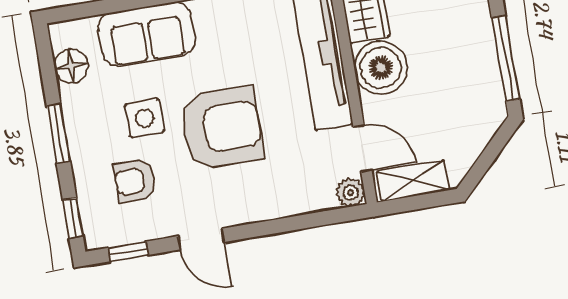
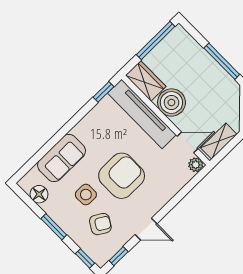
armchair: (135, 181) -> (100, 224), turned -149

